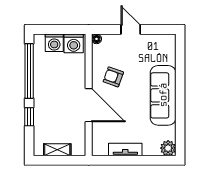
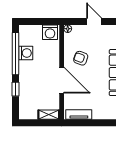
washing machine: (54, 43) -> (26, 53), moved, turned -90
shelving: (57, 150) -> (49, 115), moved
tv unit: (125, 150) -> (79, 115), moved

